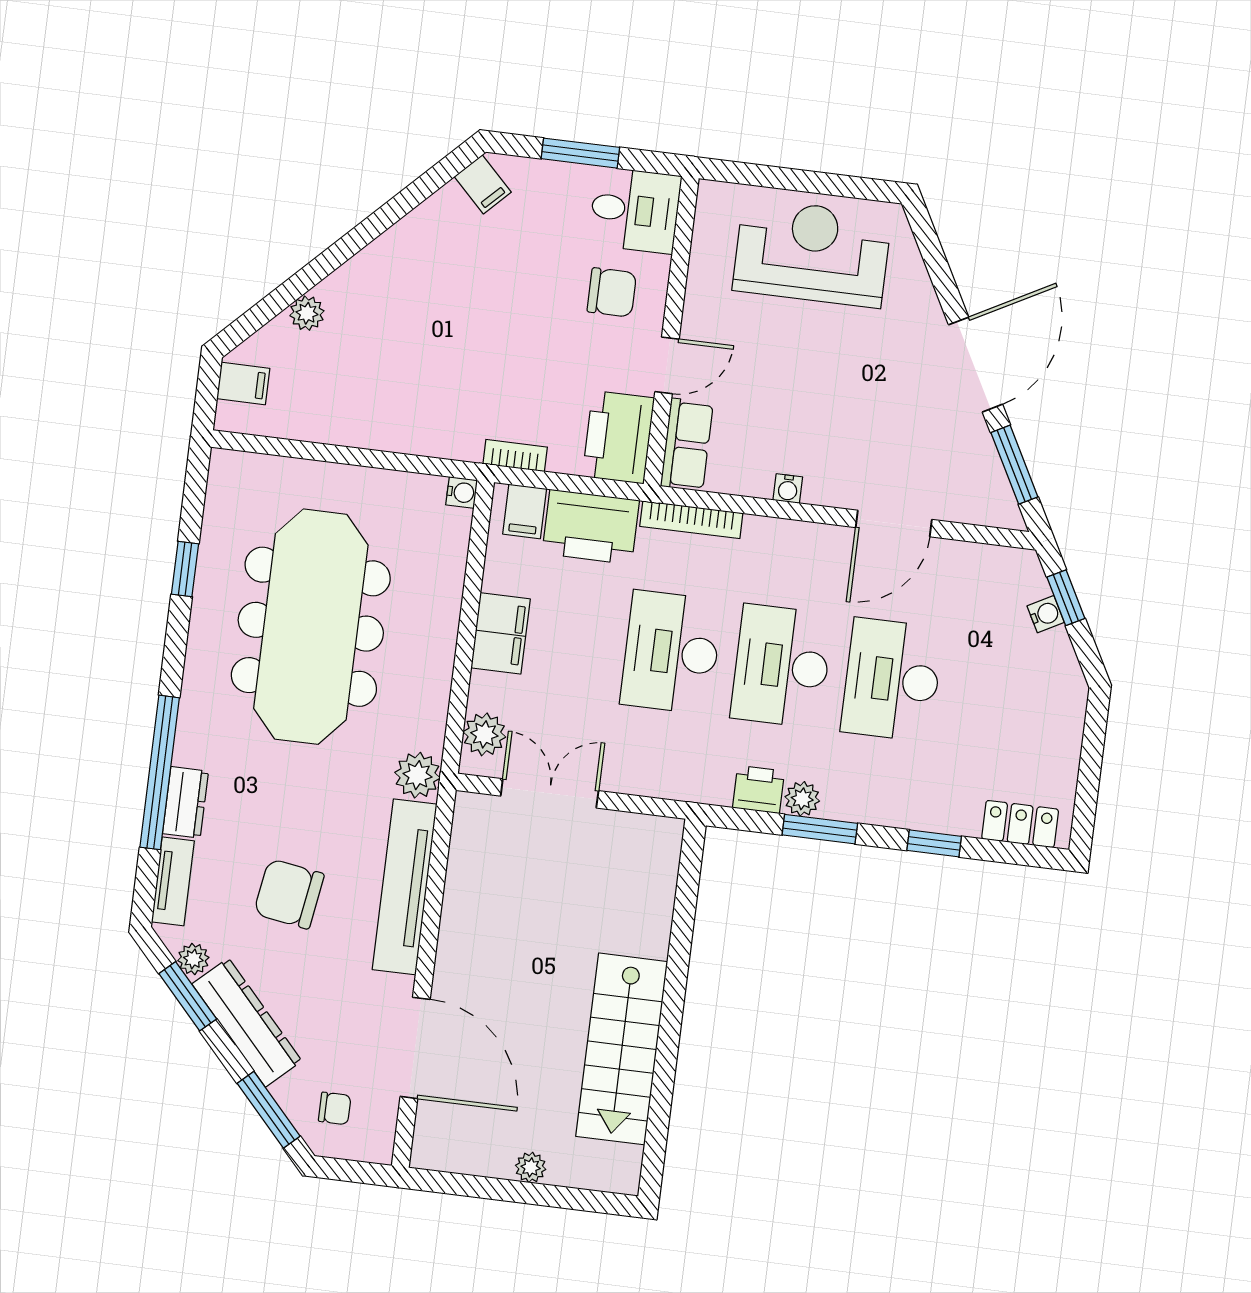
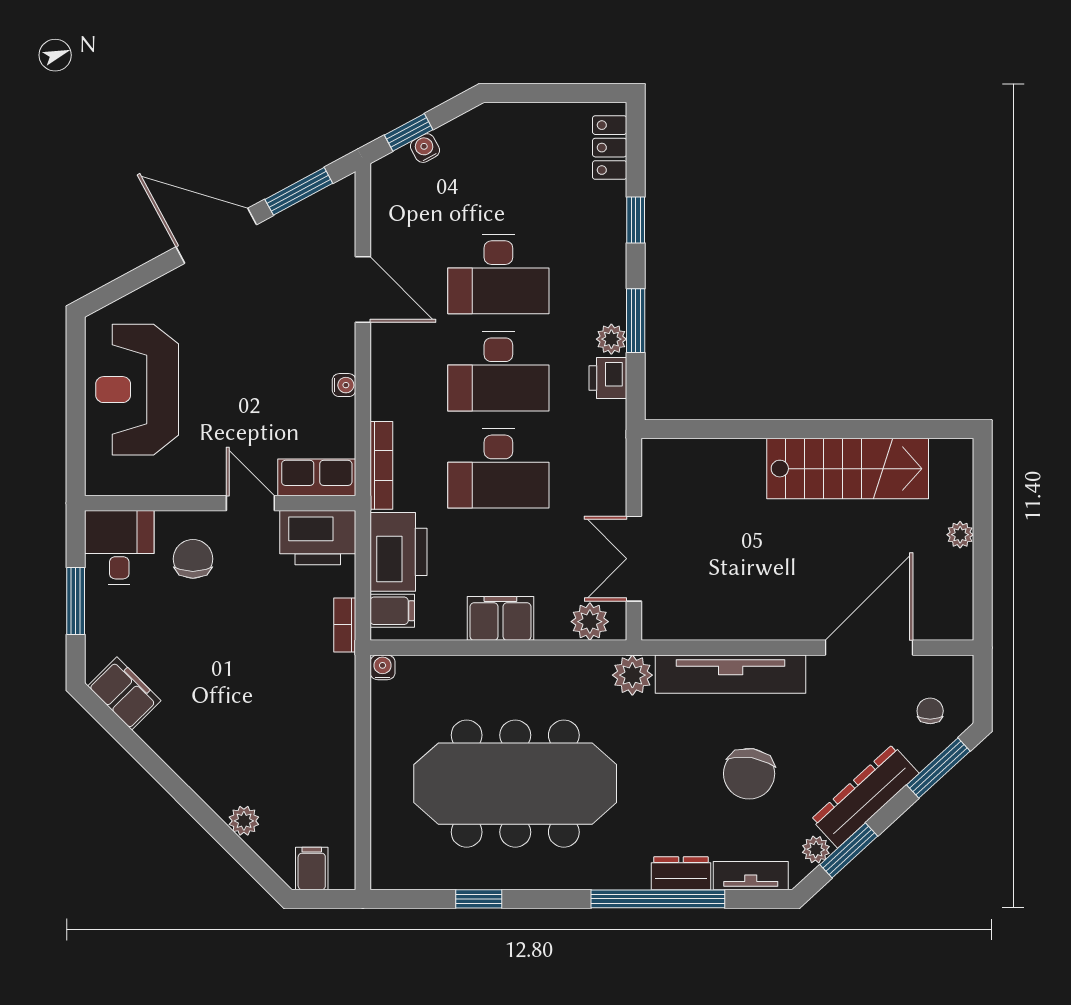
filing cabinet: (483, 184) -> (124, 693), width x2.00

